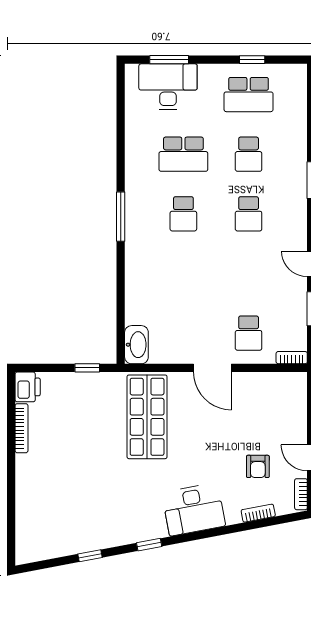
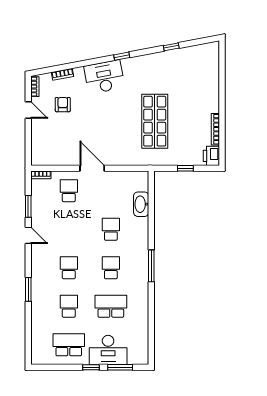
window: (252, 60) -> (91, 367), moved
desk: (168, 87) -> (108, 350), moved
school desk: (183, 273) -> (111, 229), added
washbasin: (136, 345) -> (141, 204), moved
window: (87, 368) -> (185, 168), moved
shop shelf: (147, 417) -> (155, 121), moved
window: (149, 545) -> (122, 56), moved

